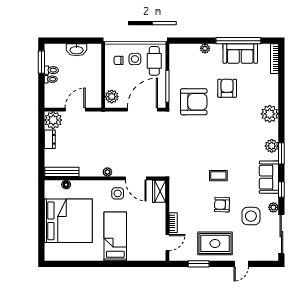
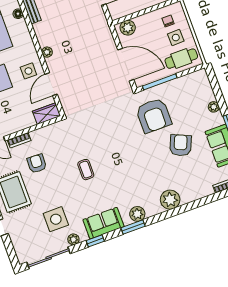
armchair: (227, 88) -> (180, 145), turned -67
armchair: (222, 205) -> (37, 164), moved

